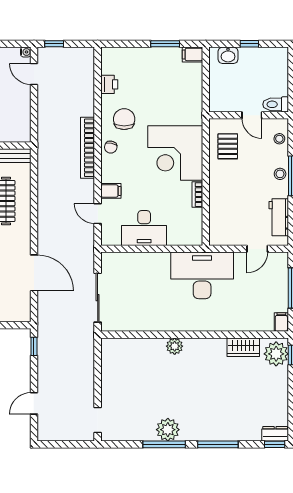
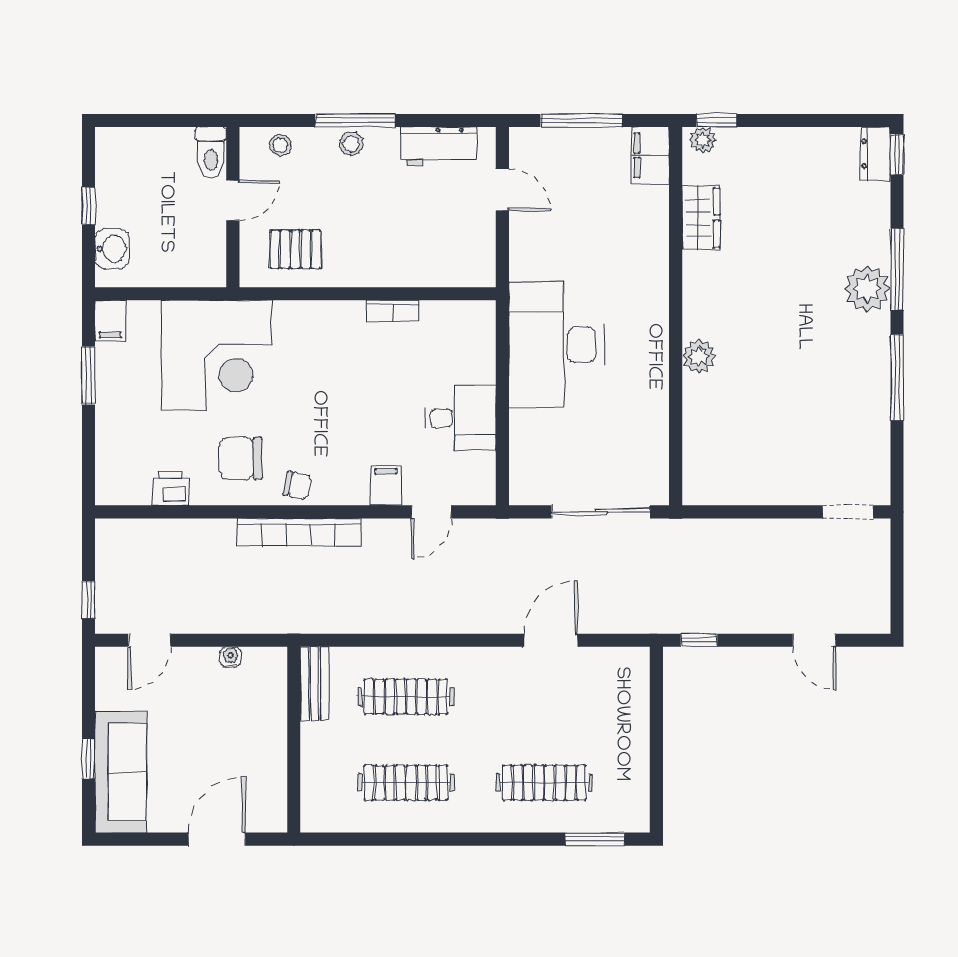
water cooler: (26, 52) -> (230, 657), moved
corner desk: (175, 153) -> (216, 355), moved
desk: (144, 228) -> (460, 418), width x0.73
door: (34, 273) -> (551, 640), width x0.73
desk: (202, 275) -> (556, 345), moved
filing cabinet: (281, 322) -> (650, 155), width x2.00
plant: (276, 354) -> (703, 140), width x0.53, depth x0.53
plant: (168, 430) -> (867, 289), moved

